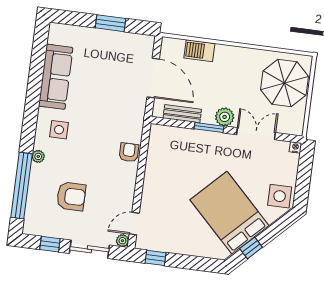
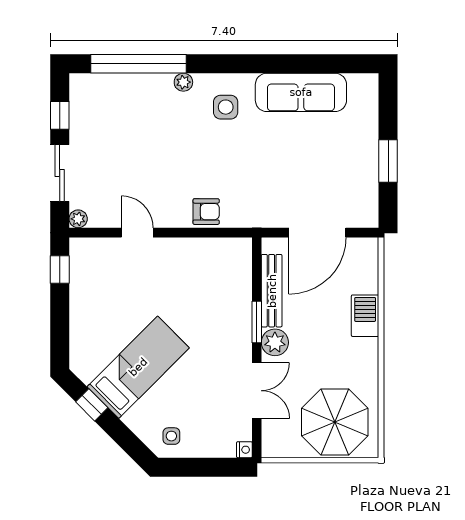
barbecue: (199, 51) -> (365, 316), moved
bench: (182, 114) -> (272, 291), width x1.36
armchair: (71, 196) -> (132, 137), removed
side table: (280, 196) -> (171, 436), width x0.54, depth x0.54
bed: (229, 213) -> (138, 367), width x0.67
door: (134, 224) -> (137, 233), moved

